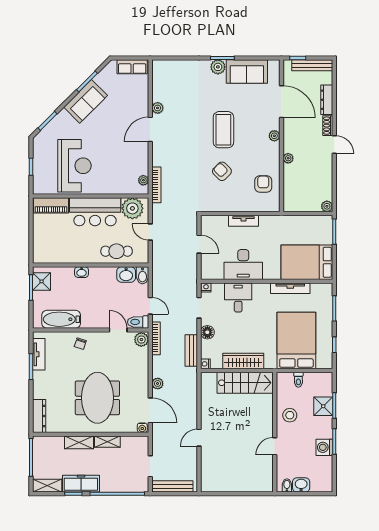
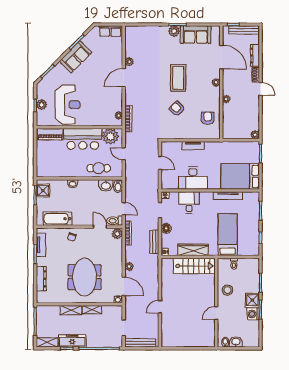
plant: (40, 166) -> (42, 105), added
bed: (296, 341) -> (228, 235), width x0.67
shower: (323, 406) -> (252, 300), moved
dresser: (39, 416) -> (41, 279), moved

